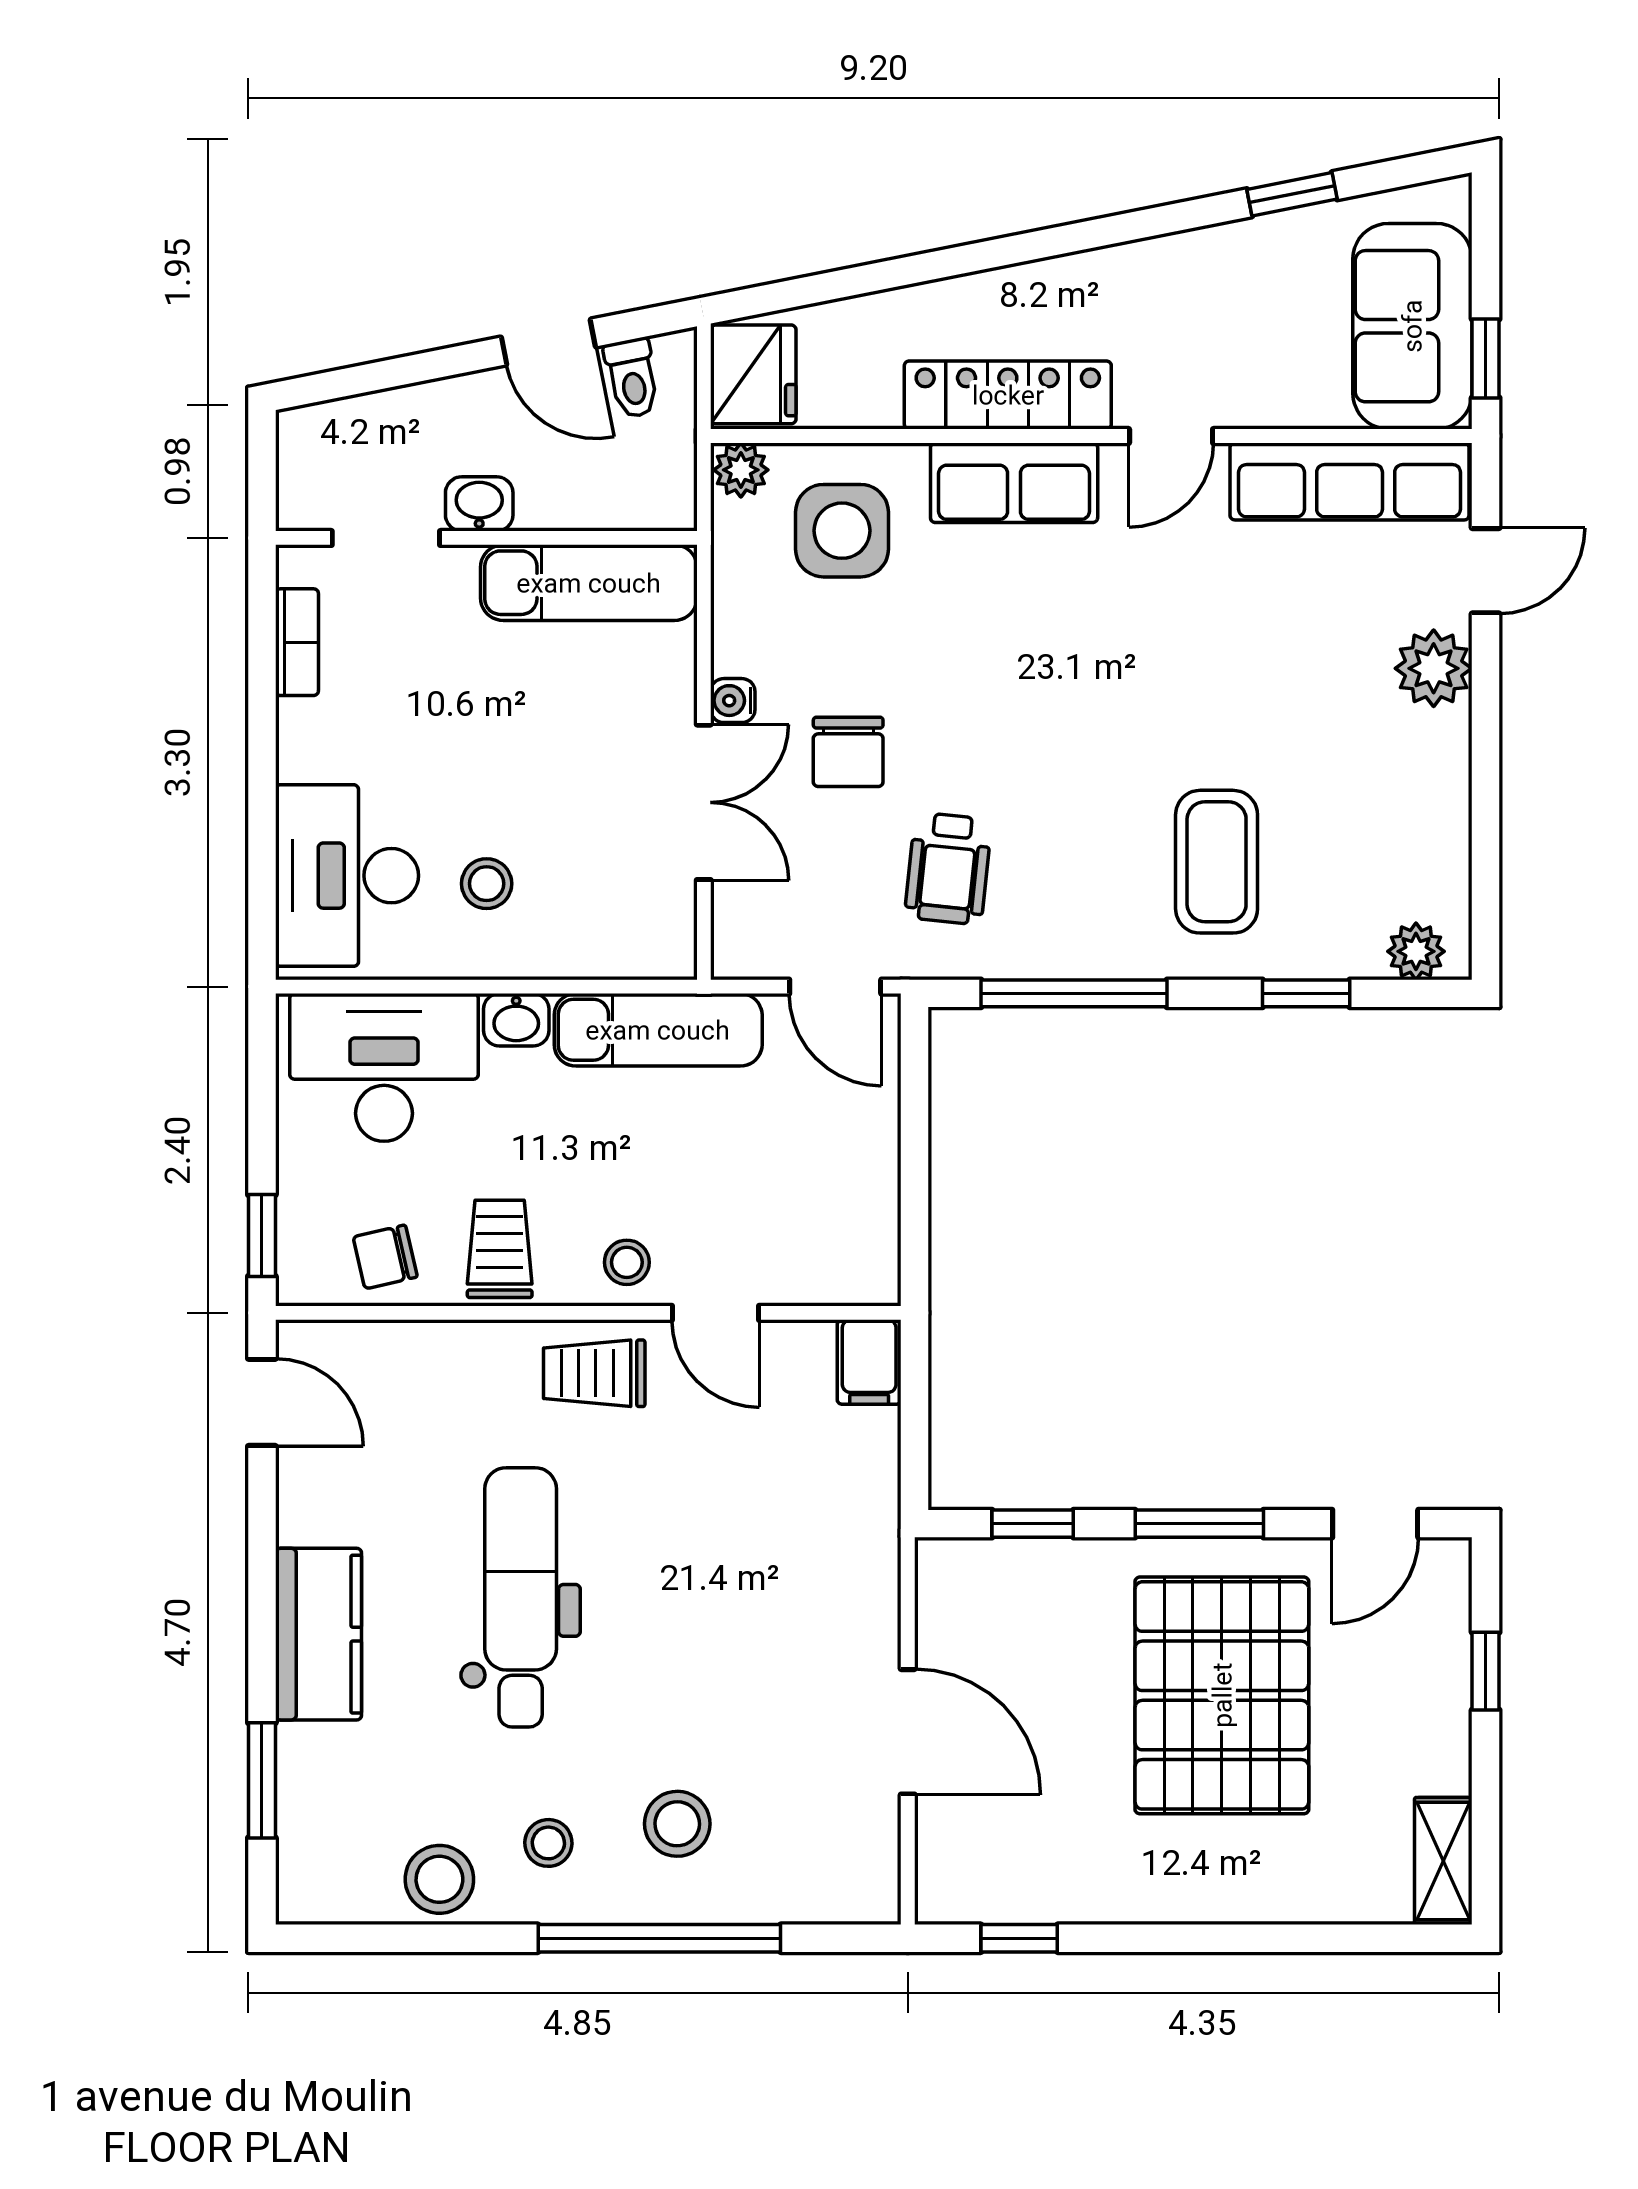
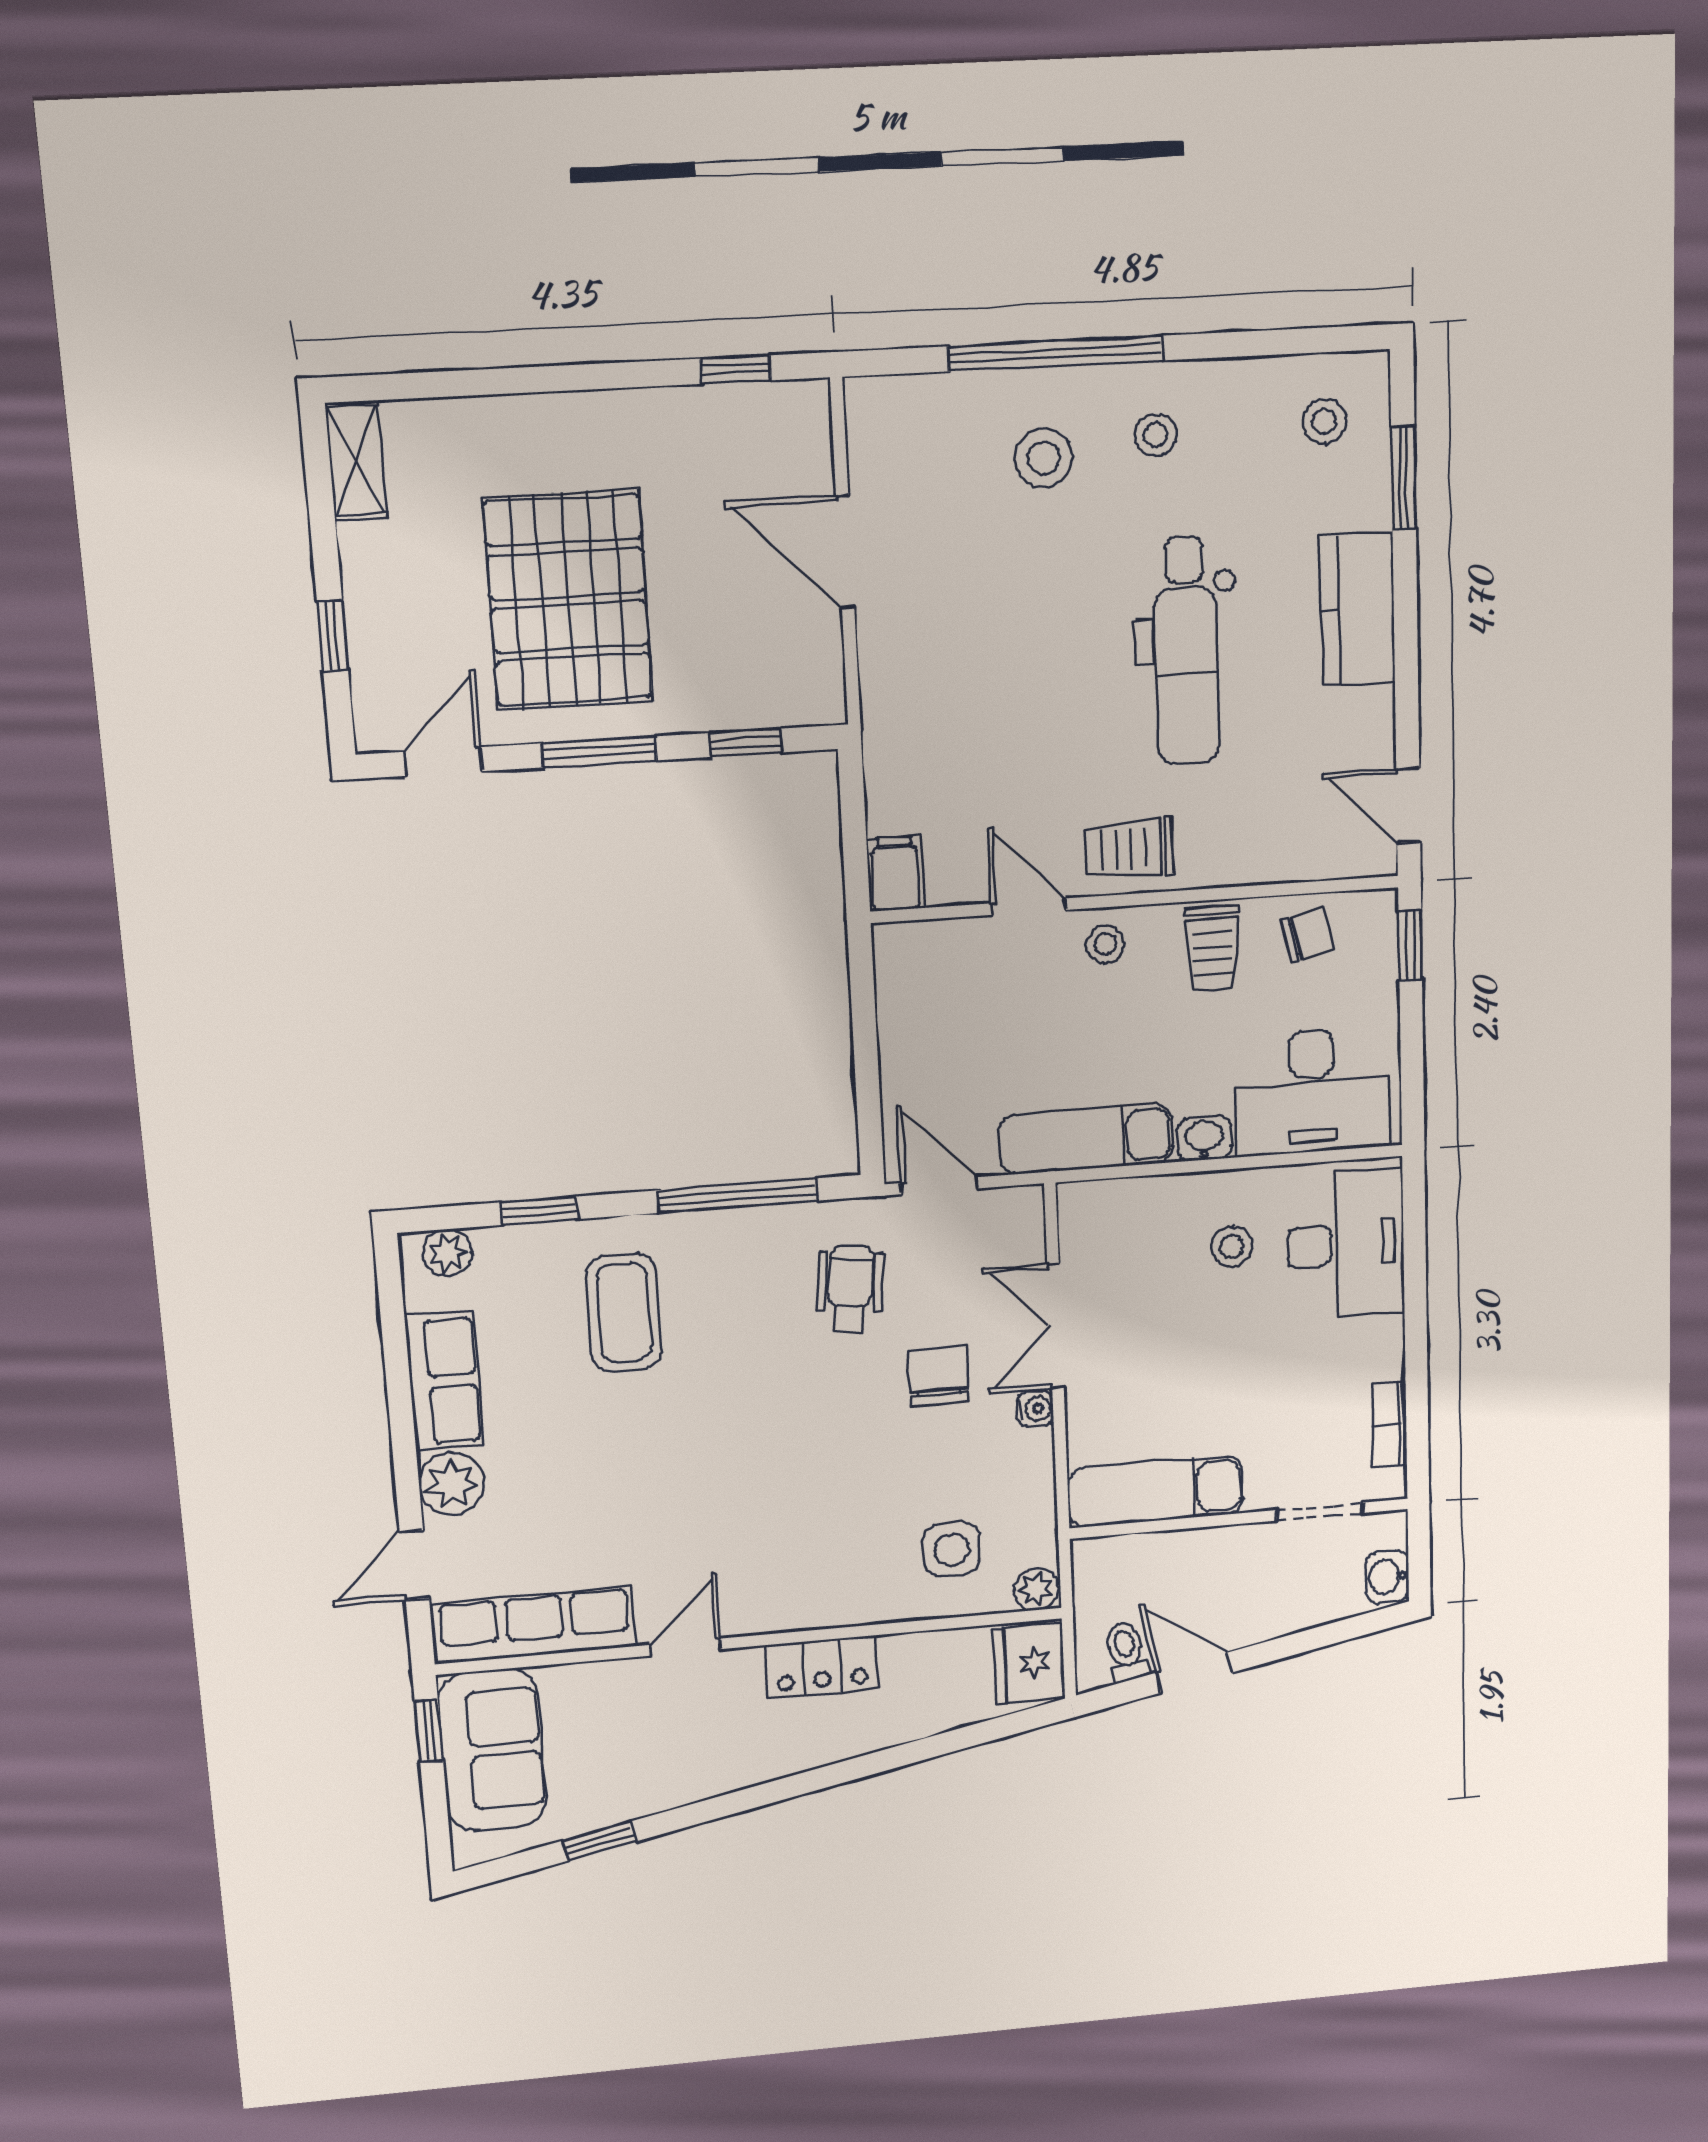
locker: (1008, 395) -> (822, 1666), width x0.66
row of seats: (1014, 483) -> (444, 1381), moved, turned 90
washbasin: (479, 504) -> (1387, 1577), moved, turned 90
side table: (842, 531) -> (952, 1550), width x0.73, depth x0.73
trolley: (594, 1373) -> (1130, 848), turned 180
stool: (439, 1879) -> (1324, 422), moved, width x0.73, depth x0.73

